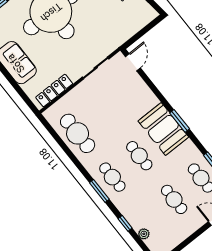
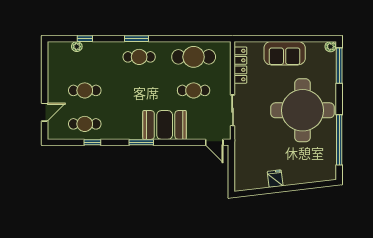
booth: (163, 129) -> (165, 125), moved
cafe table: (139, 156) -> (194, 90), moved
window: (125, 223) -> (85, 39), moved

